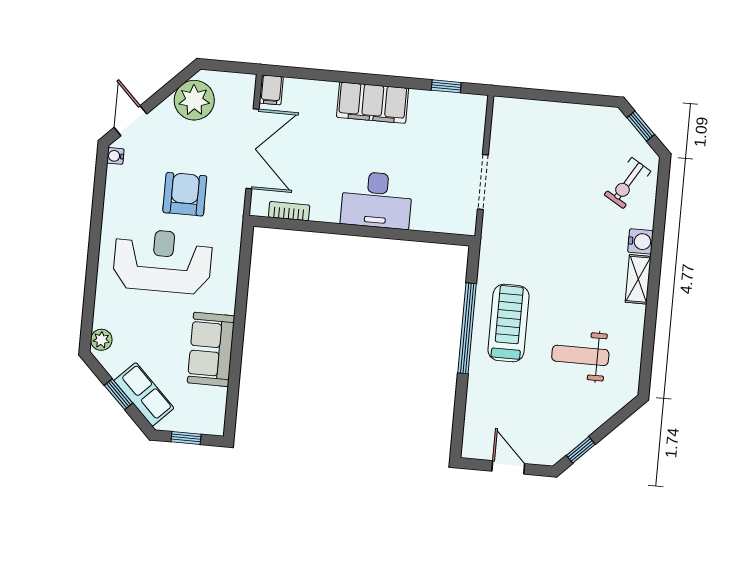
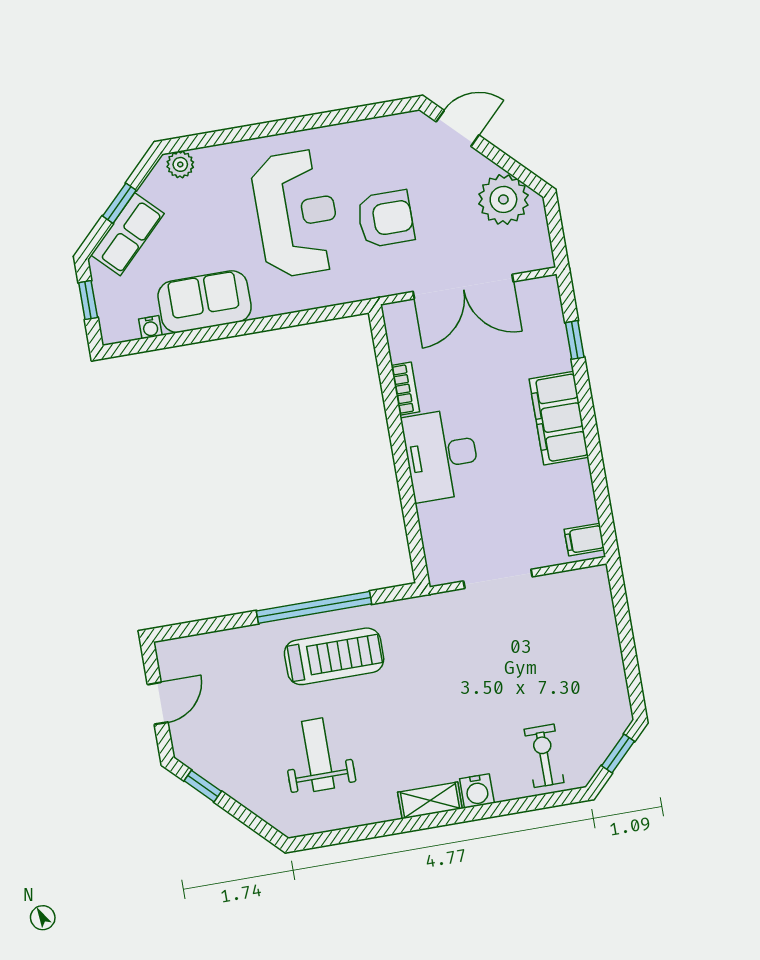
window: (446, 86) -> (575, 340), moved
filing cabinet: (271, 90) -> (584, 540), moved
water cooler: (115, 156) -> (150, 327), moved, turned 180
exercise bike: (627, 183) -> (544, 756), turned 59
bookcase: (289, 211) -> (405, 389), moved

